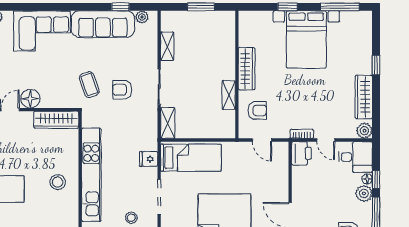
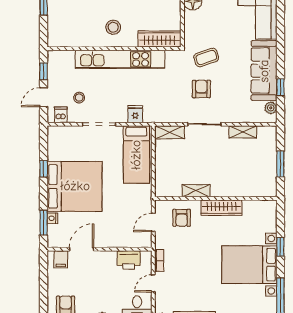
wardrobe: (56, 120) -> (160, 39), moved, turned 90
printer: (301, 153) -> (129, 260), moved

